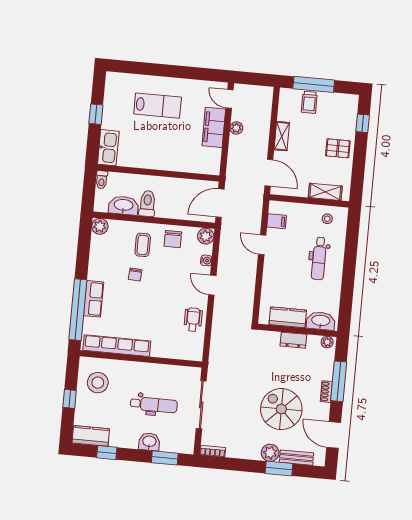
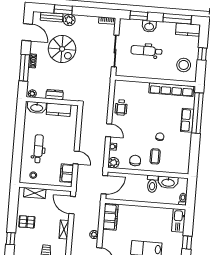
filing cabinet: (214, 127) -> (110, 217), moved
filing cabinet: (277, 221) -> (67, 173), width x2.00
plant: (100, 226) -> (184, 168), removed
window: (107, 453) -> (177, 19), width x2.17

